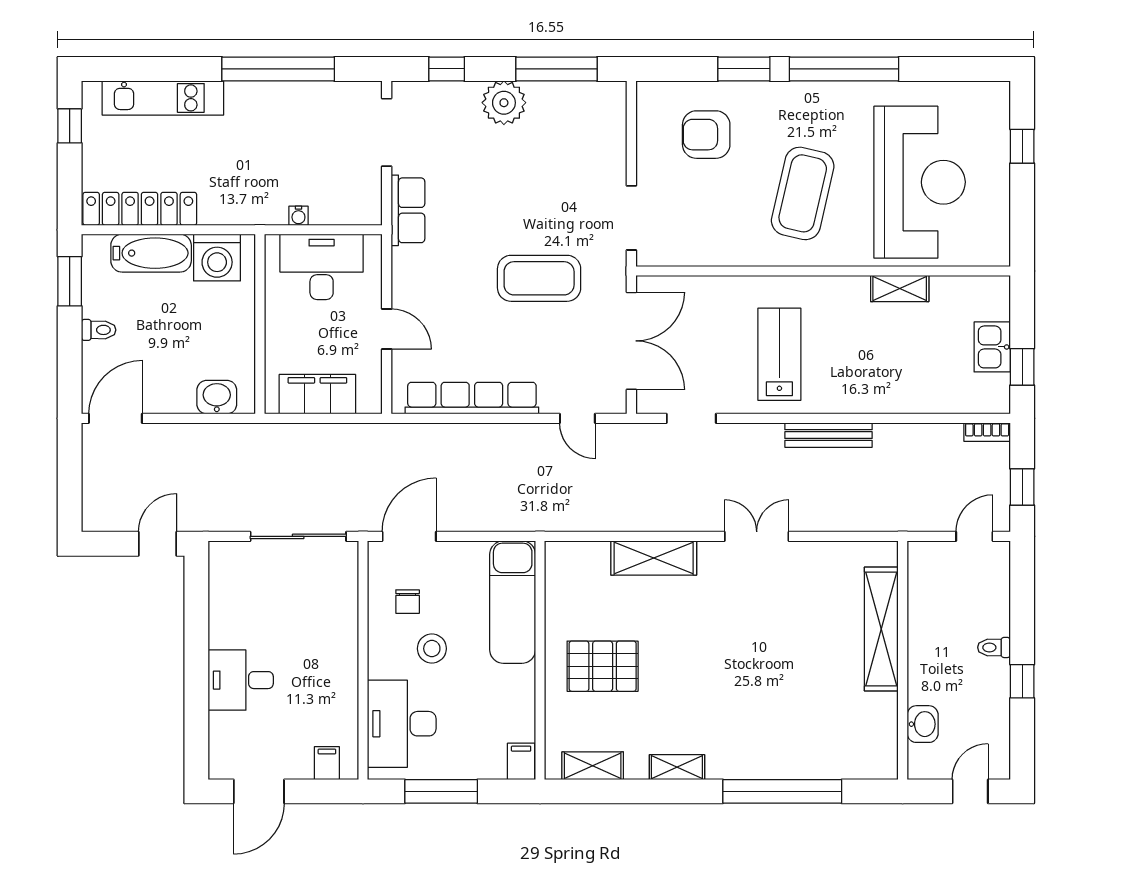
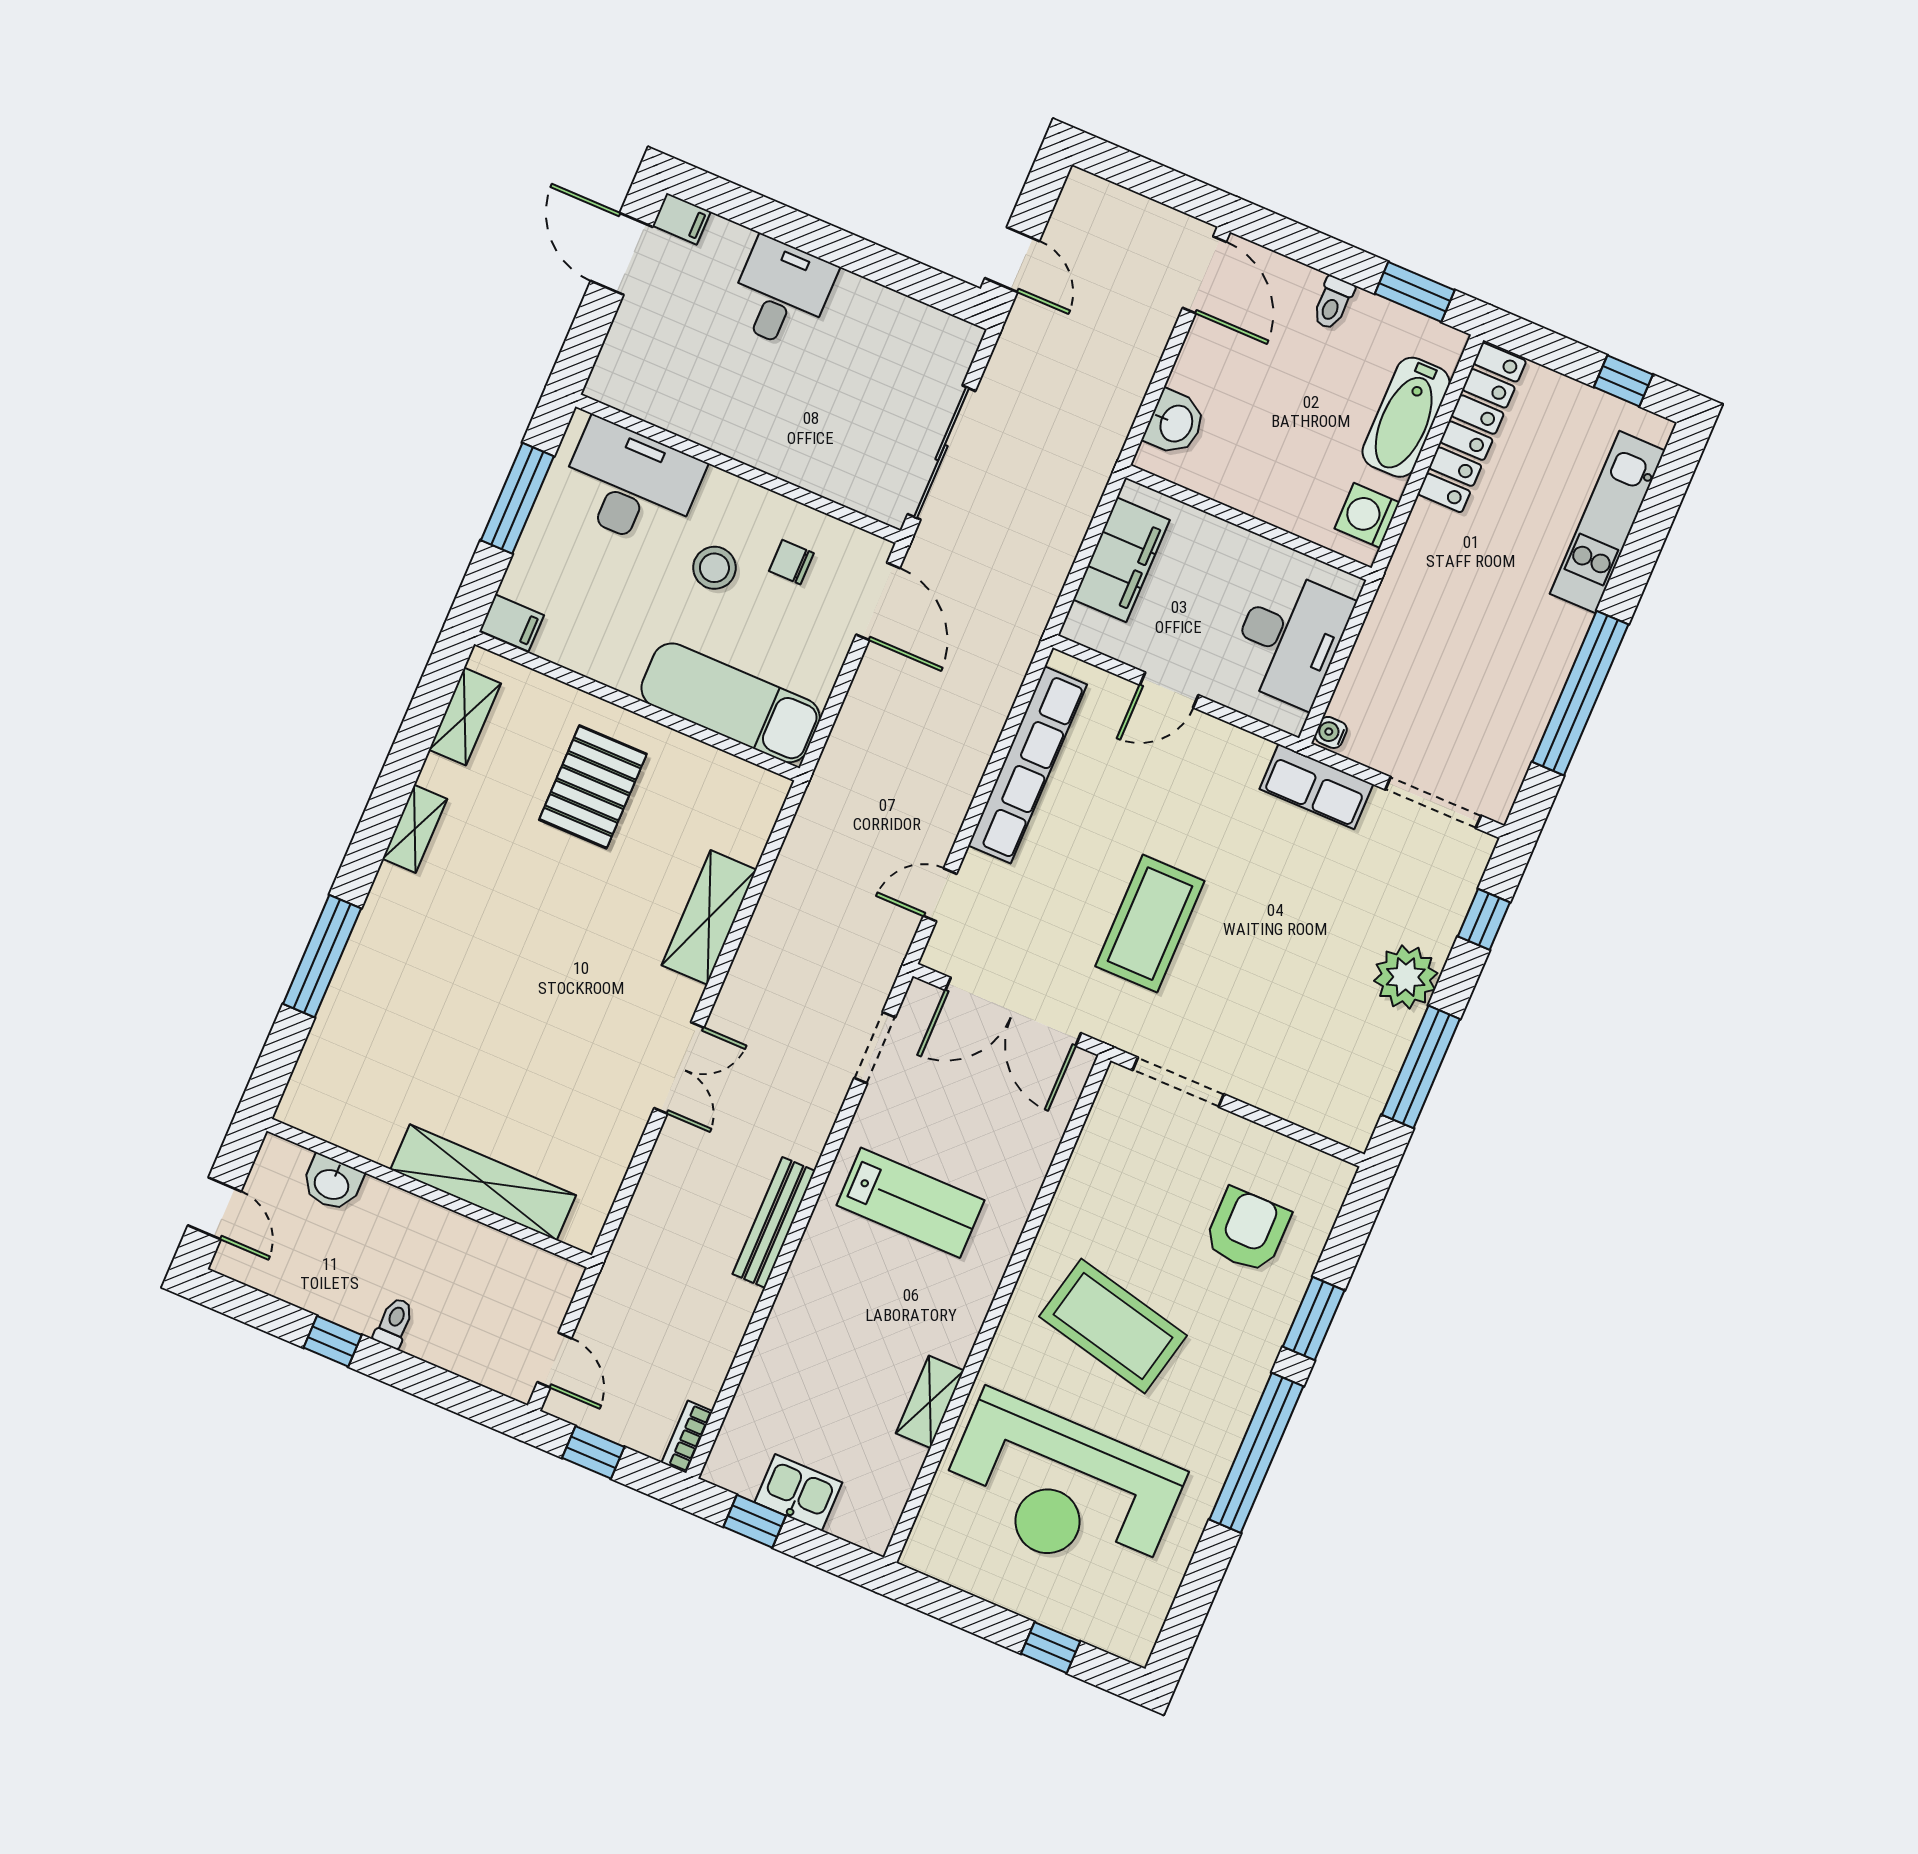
water cooler: (298, 216) -> (1331, 732), moved
washing machine: (217, 258) -> (1367, 515), width x0.73, depth x0.73
filing cabinet: (327, 763) -> (682, 219), moved
window: (782, 791) -> (322, 956), width x0.68

